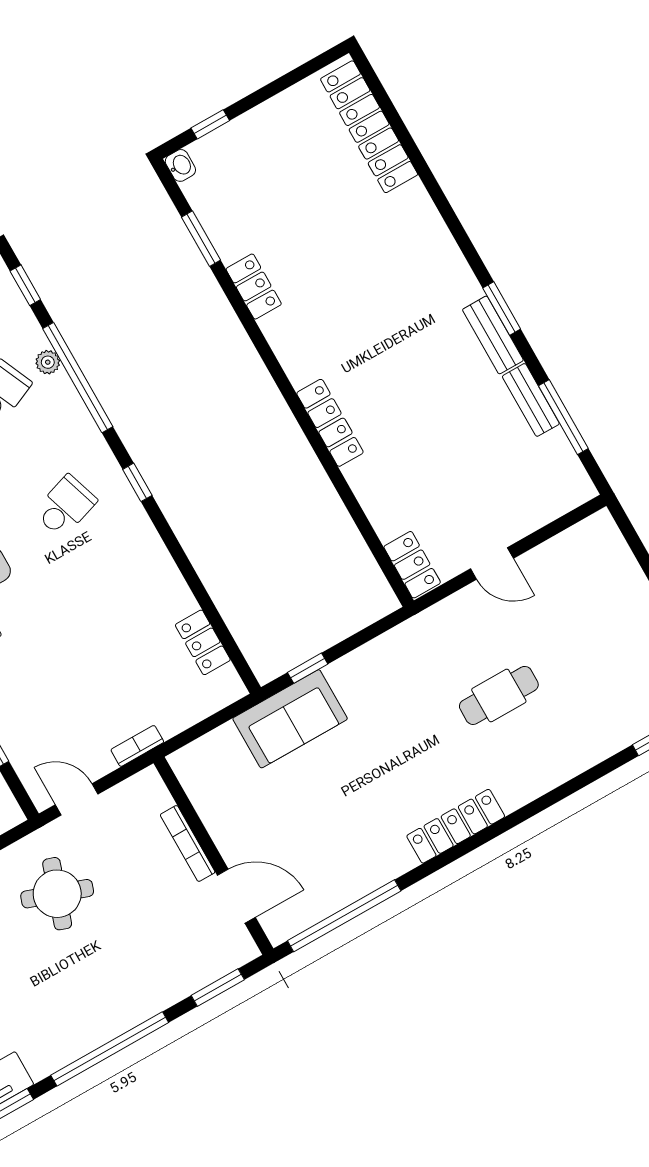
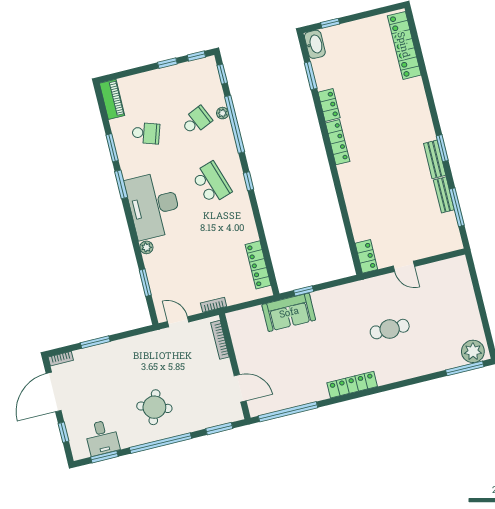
washbasin: (180, 165) -> (315, 44), width x1.91, depth x1.45
locker: (330, 423) -> (338, 142), moved
school desk: (65, 506) -> (212, 183), width x1.85
locker: (203, 642) -> (258, 265), width x1.53
bookcase: (188, 843) -> (220, 340), moved
round table: (57, 894) -> (154, 407), moved

